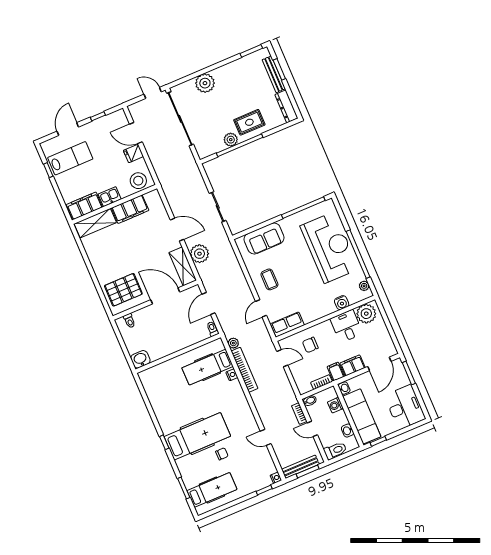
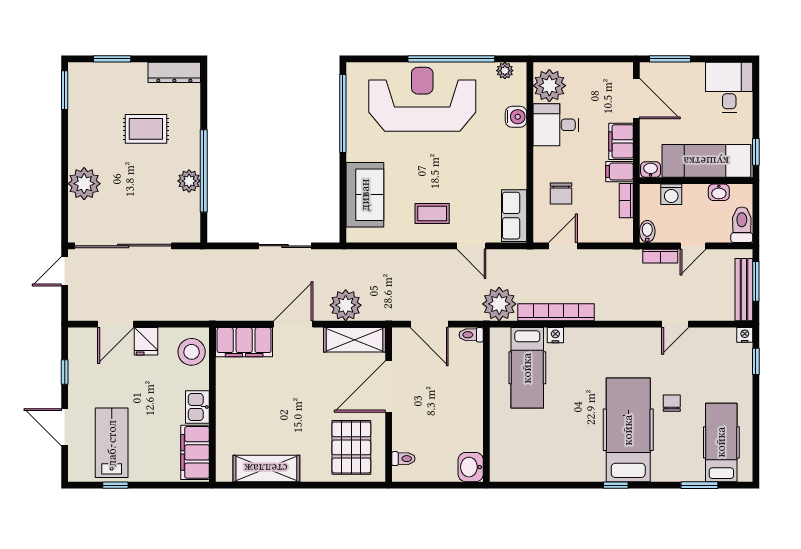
bench: (274, 74) -> (116, 71), removed
rug: (249, 122) -> (146, 129), moved, turned 90
filing cabinet: (130, 209) -> (244, 342), moved, turned 90
shelving: (95, 223) -> (266, 468), moved, turned 90
plant: (233, 343) -> (499, 304), width x1.88, depth x1.88
desk: (405, 407) -> (729, 88), width x0.73

